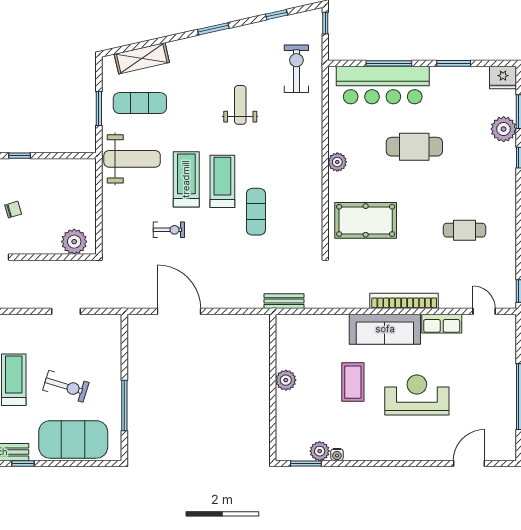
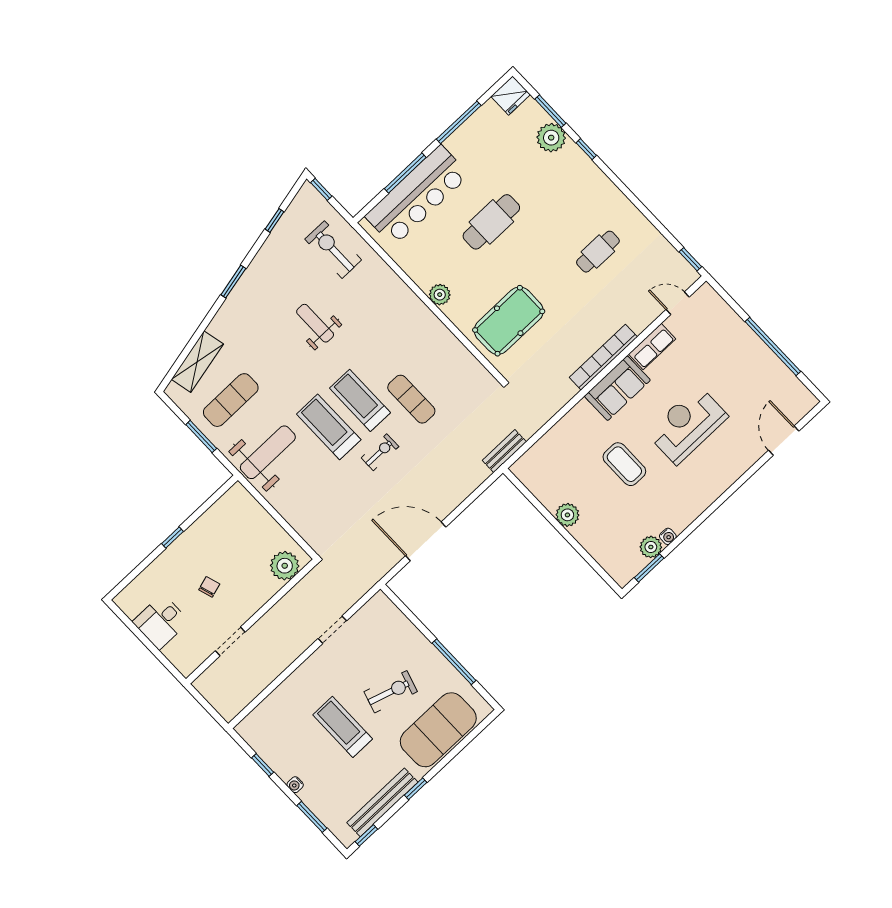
window: (454, 63) -> (459, 122), width x1.44
exercise bike: (169, 230) -> (380, 452), moved
sofa: (385, 329) -> (617, 388), width x0.73

